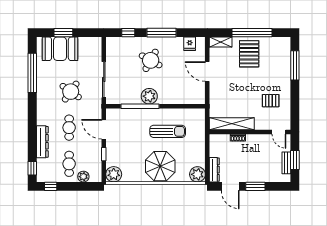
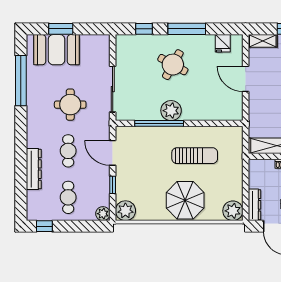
round table: (71, 92) -> (70, 105), turned -35
window: (32, 168) -> (21, 203), removed
plant: (83, 177) -> (103, 214), moved

